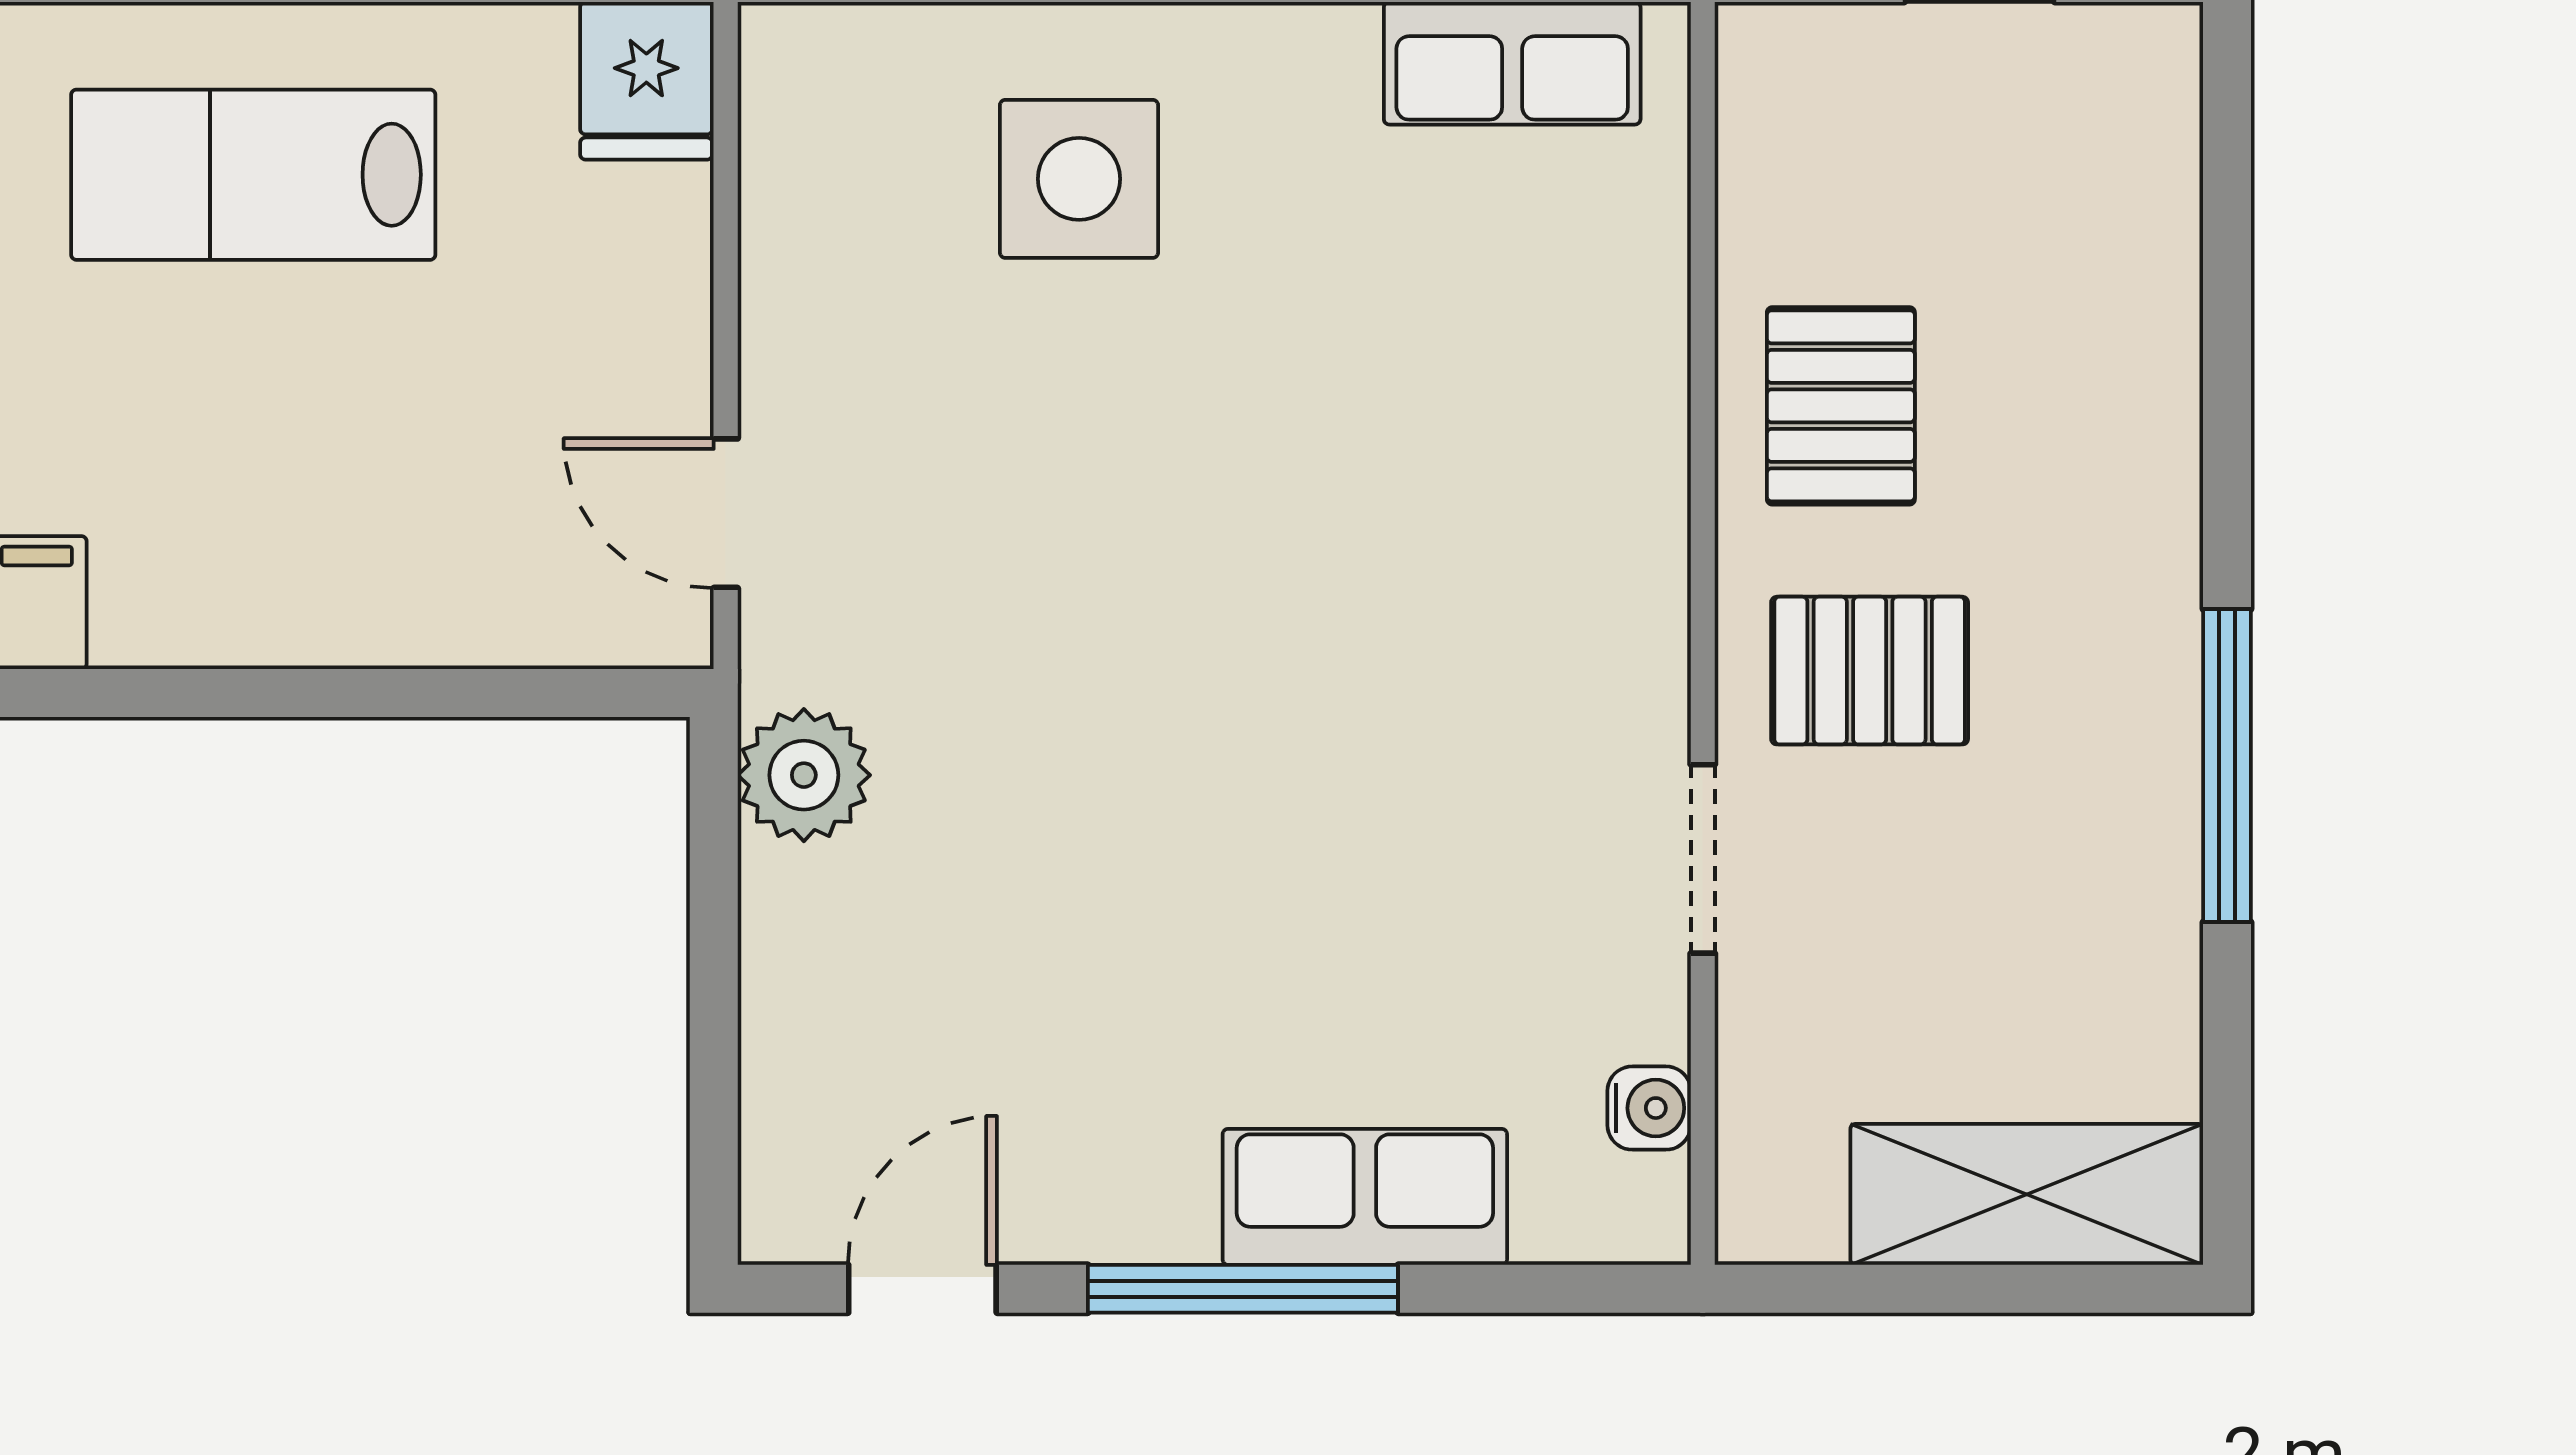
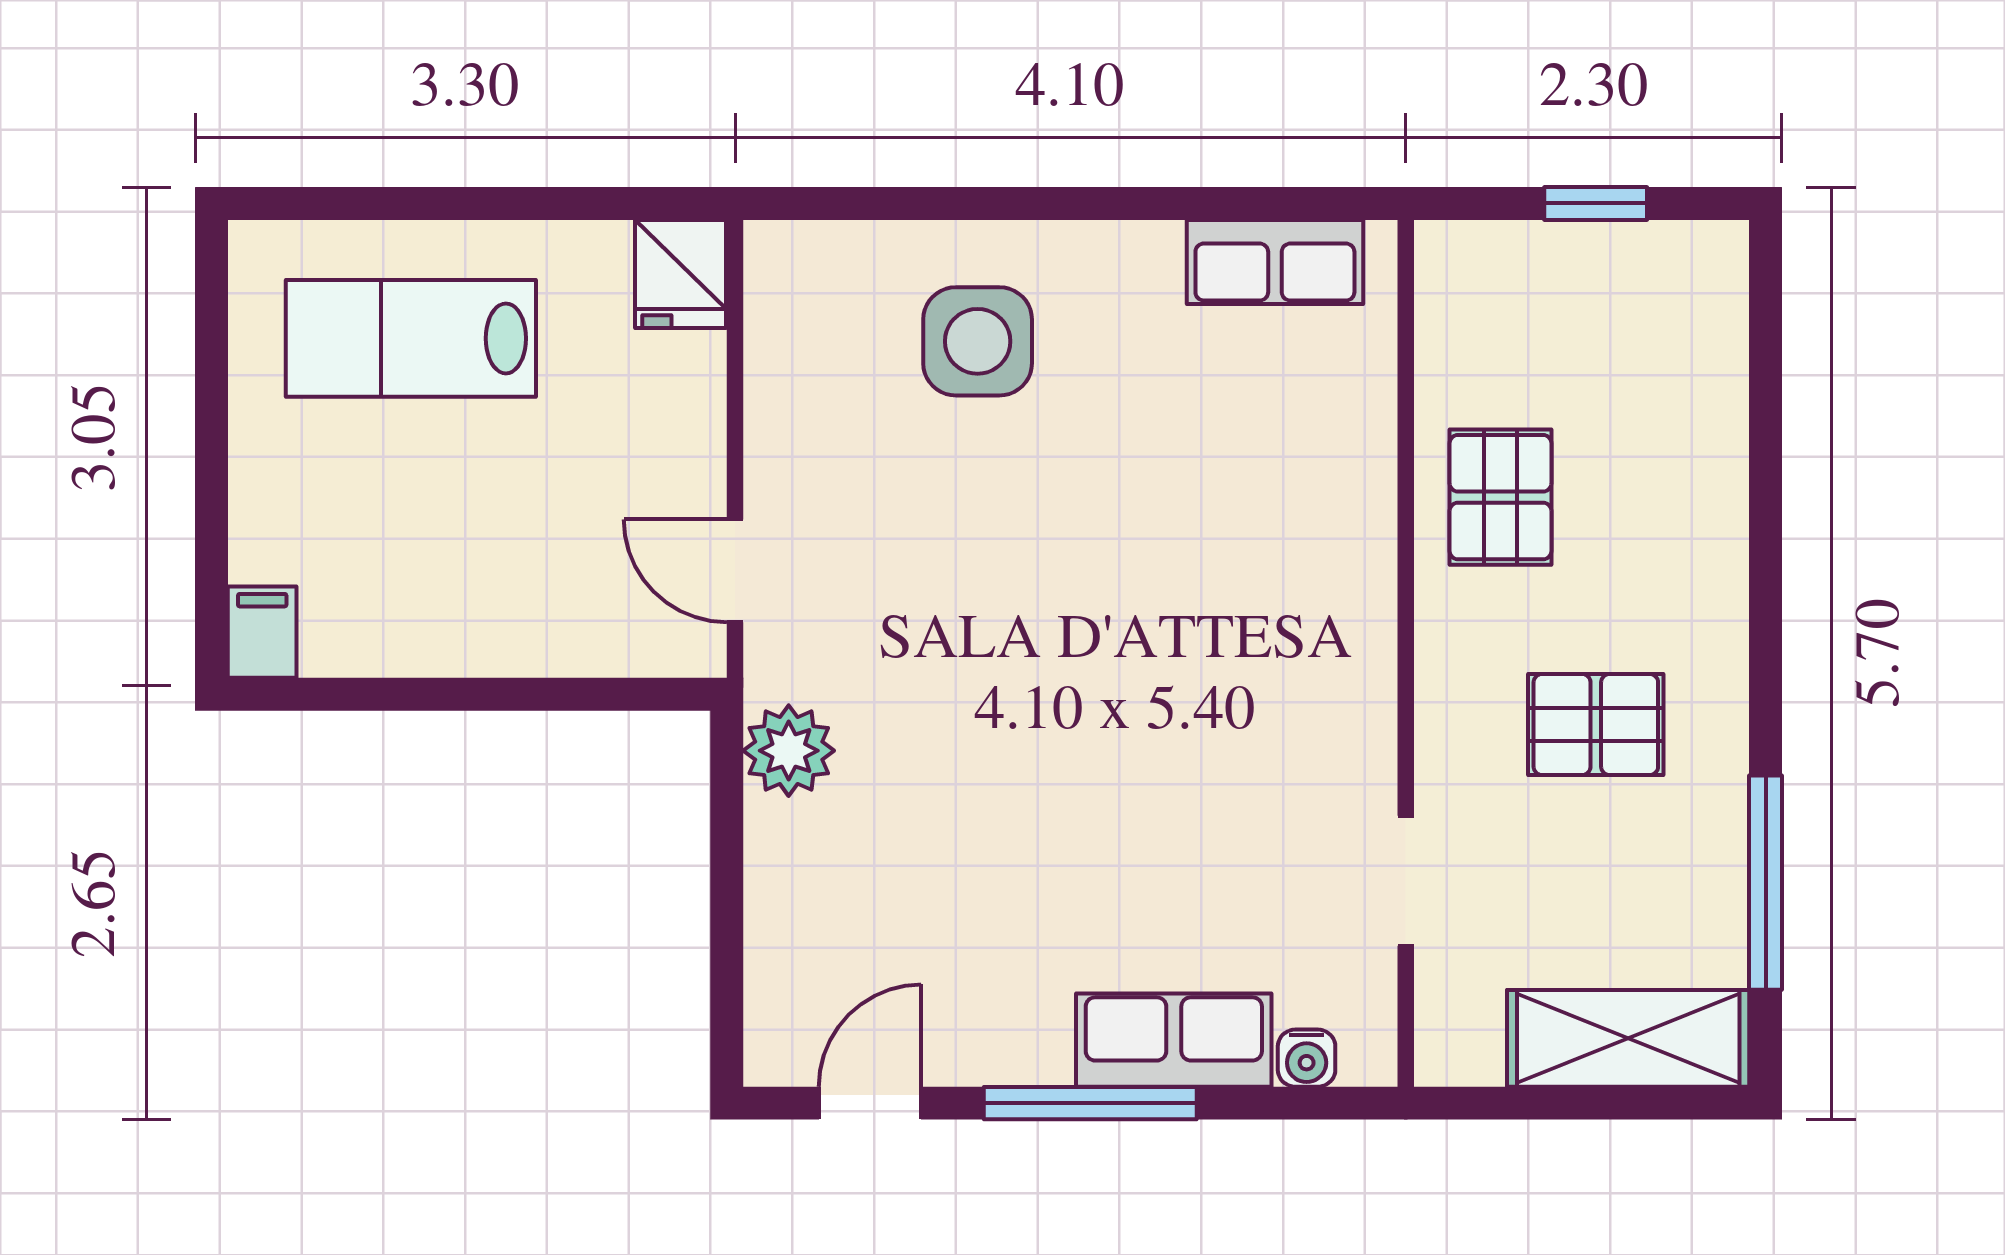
pallet: (1870, 671) -> (1596, 724), moved
window: (2227, 766) -> (1766, 883), moved
doorway: (1703, 859) -> (1406, 881), moved
water cooler: (1649, 1108) -> (1307, 1058), moved, turned 90

